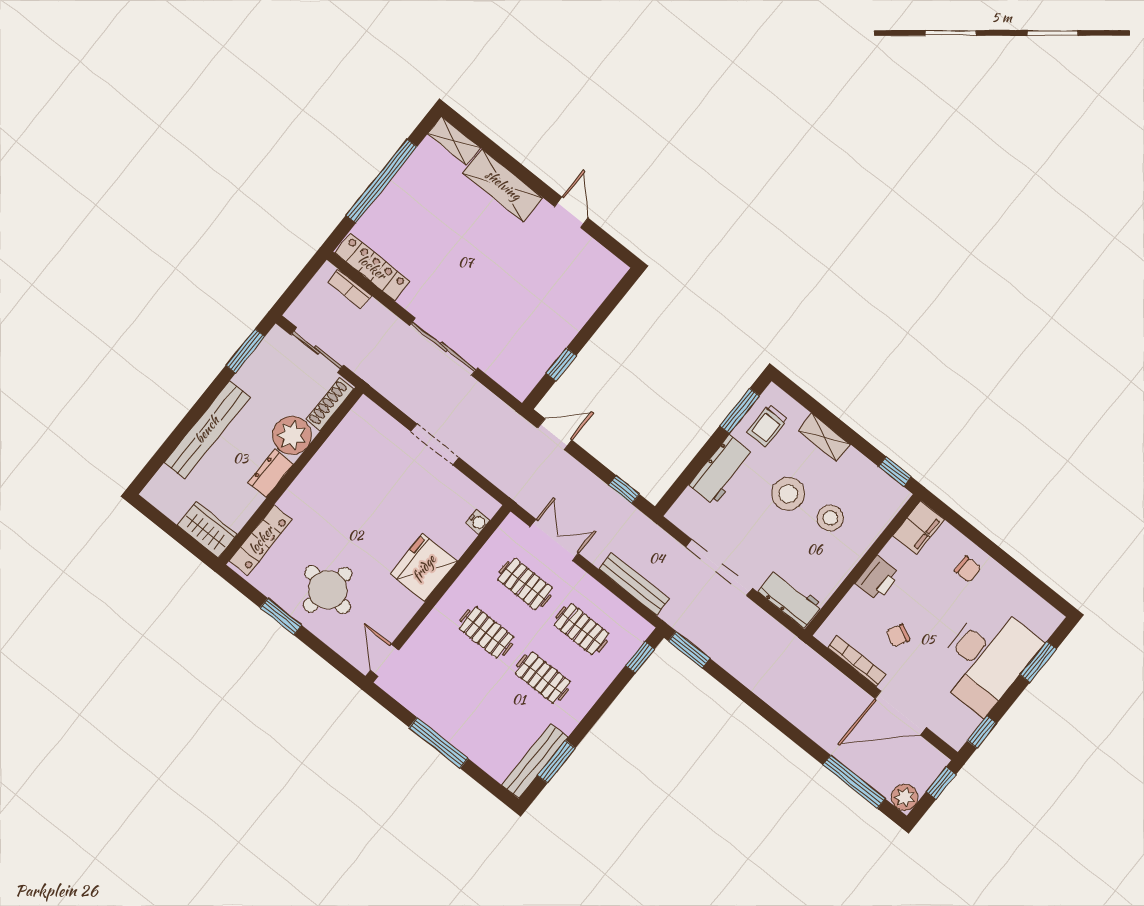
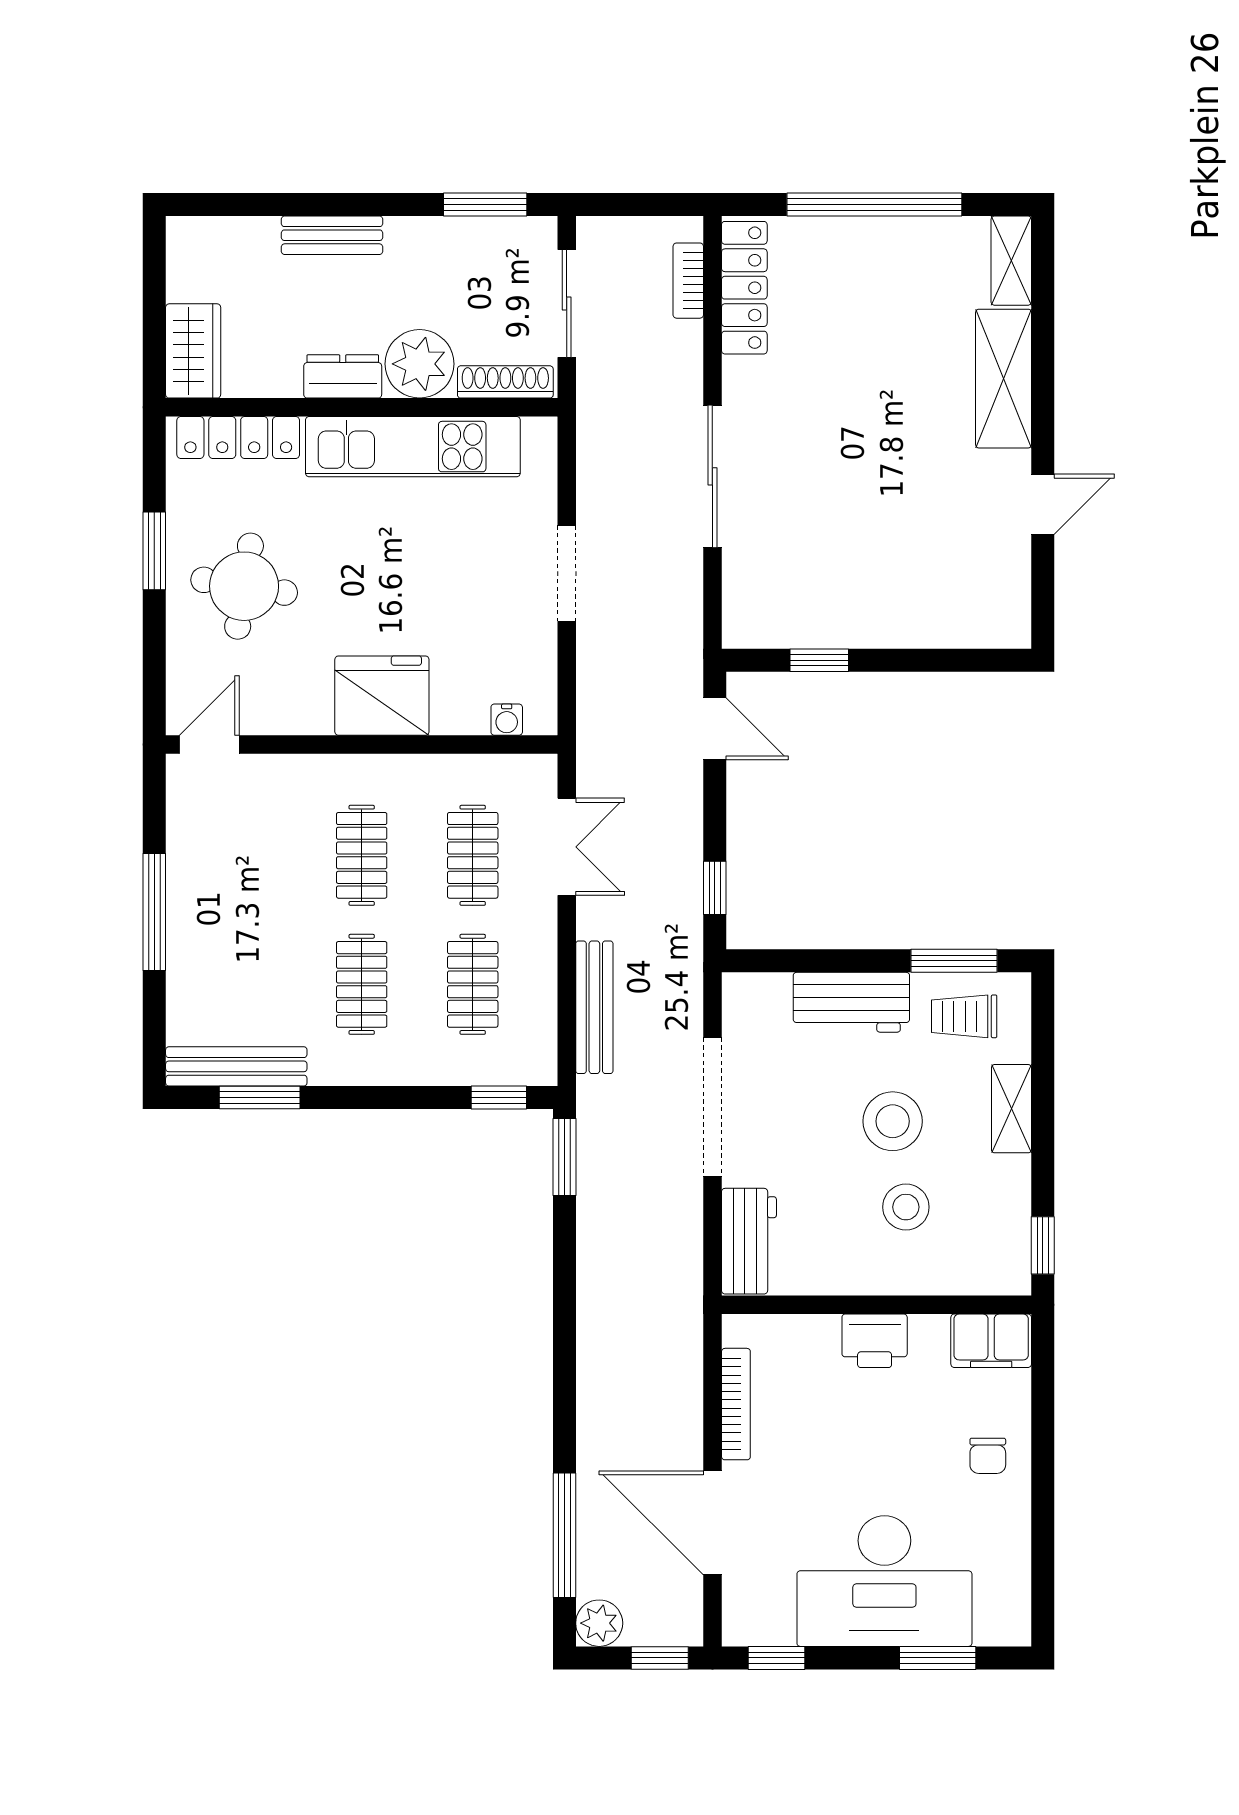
bench: (207, 430) -> (332, 235), width x0.54, depth x0.82
kitchen unit: (326, 467) -> (413, 447), added
chair: (898, 635) -> (818, 1433), removed

